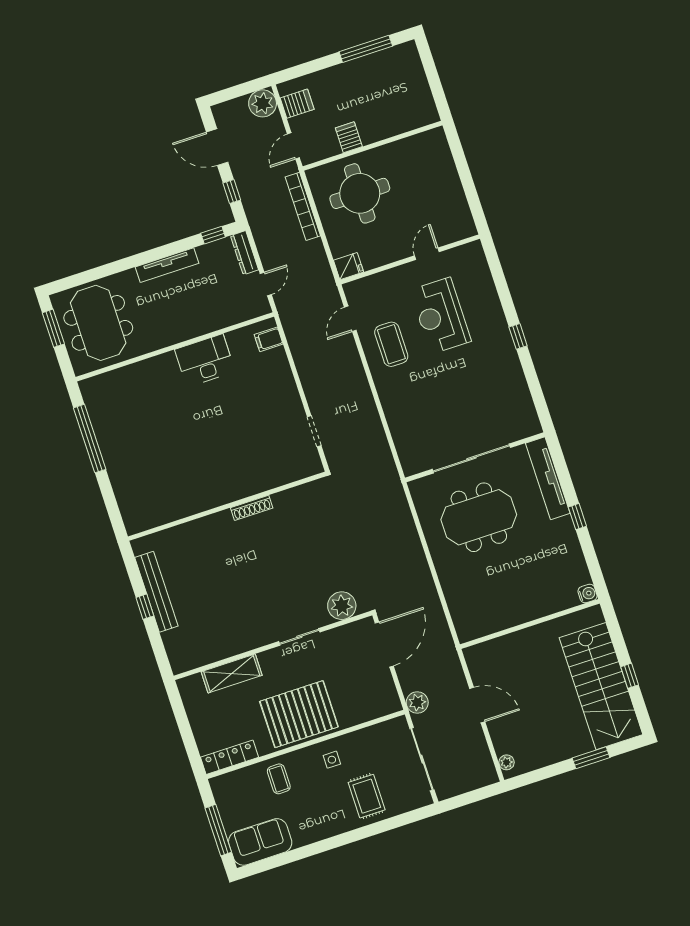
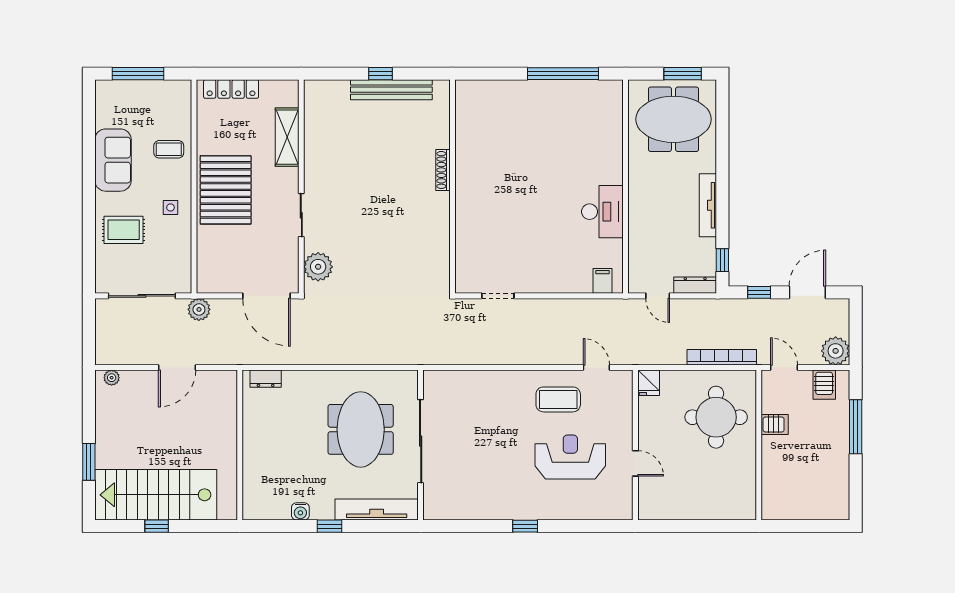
window: (366, 49) -> (856, 427), moved
shoe rack: (252, 508) -> (443, 170), moved
water cooler: (588, 594) -> (300, 511), moved
dresser: (461, 620) -> (266, 379), added
locker: (230, 757) -> (231, 89), moved, turned 90
sofa: (260, 842) -> (113, 160), moved

